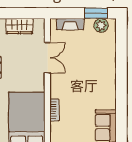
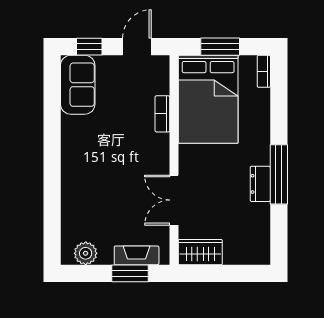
window: (96, 13) -> (130, 273), moved
wardrobe: (19, 26) -> (200, 252), moved

